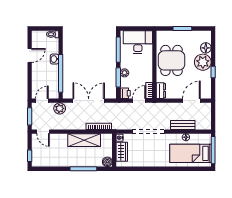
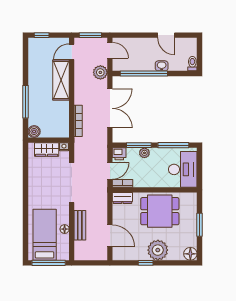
floor lamp: (206, 48) -> (190, 254), moved
door: (139, 101) -> (110, 171), hinge flipped
shelving: (84, 140) -> (61, 80), moved

